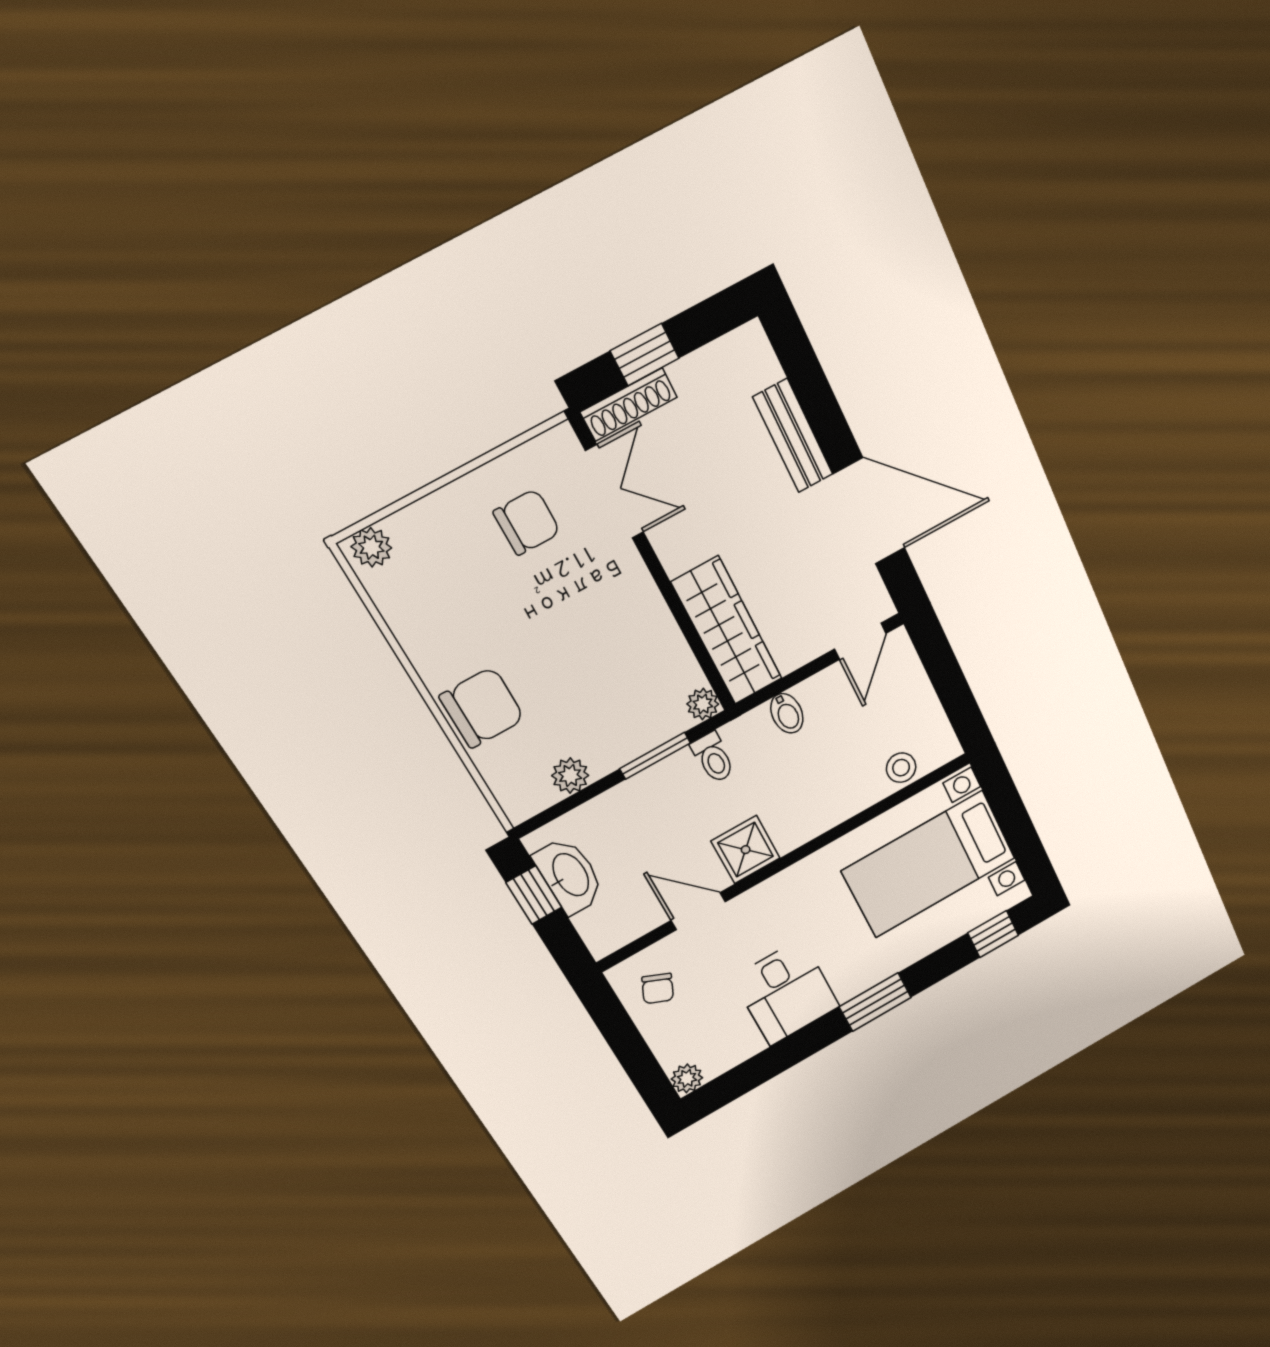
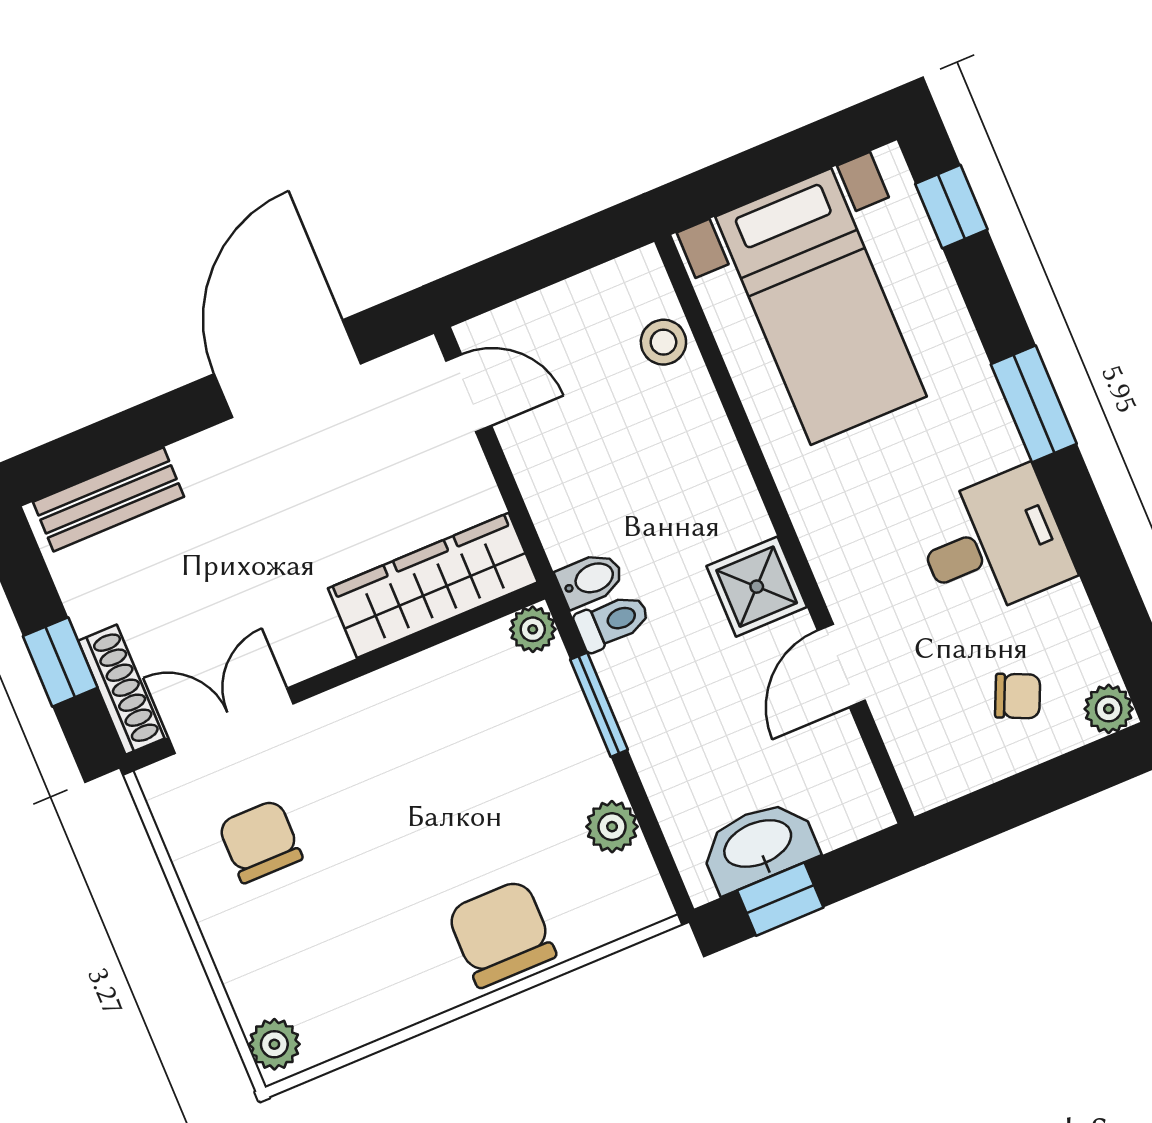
bench: (793, 436) -> (109, 499), moved
bidet: (787, 713) -> (590, 580), moved
chair: (658, 988) -> (1018, 696), moved

